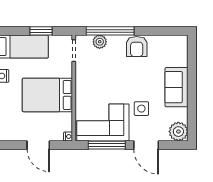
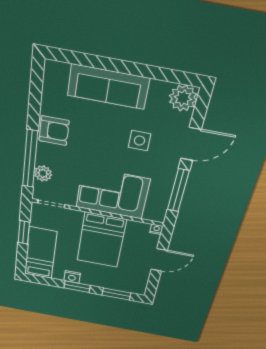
sofa: (177, 87) -> (108, 87), width x1.36
corner sofa: (103, 123) -> (113, 193), moved, turned 90

